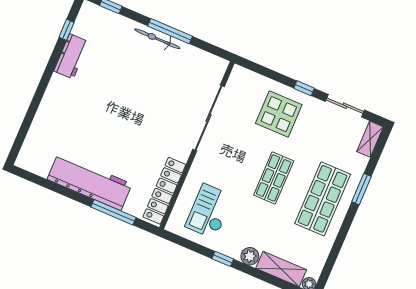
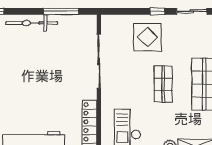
window: (170, 31) -> (61, 11), moved
bicycle: (157, 39) -> (32, 23), width x1.37, depth x1.40

